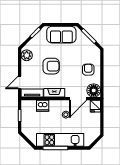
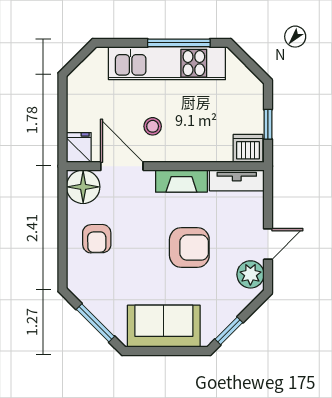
armchair: (51, 66) -> (189, 248), turned 180
door: (20, 82) -> (268, 244), moved
door: (78, 99) -> (122, 166), hinge flipped
dishwasher: (43, 106) -> (248, 148), moved

